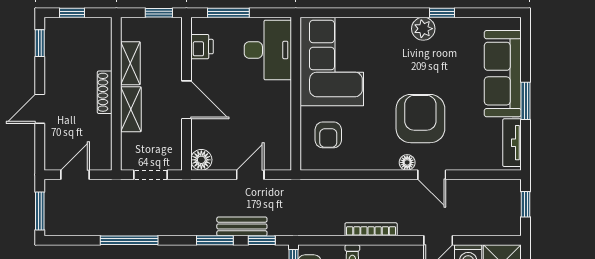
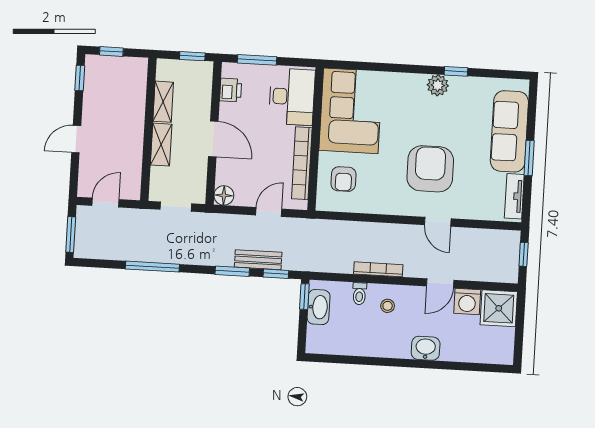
shoe rack: (105, 92) -> (138, 127), removed
bookcase: (283, 120) -> (302, 163), added
floor lamp: (407, 162) -> (415, 209), removed

